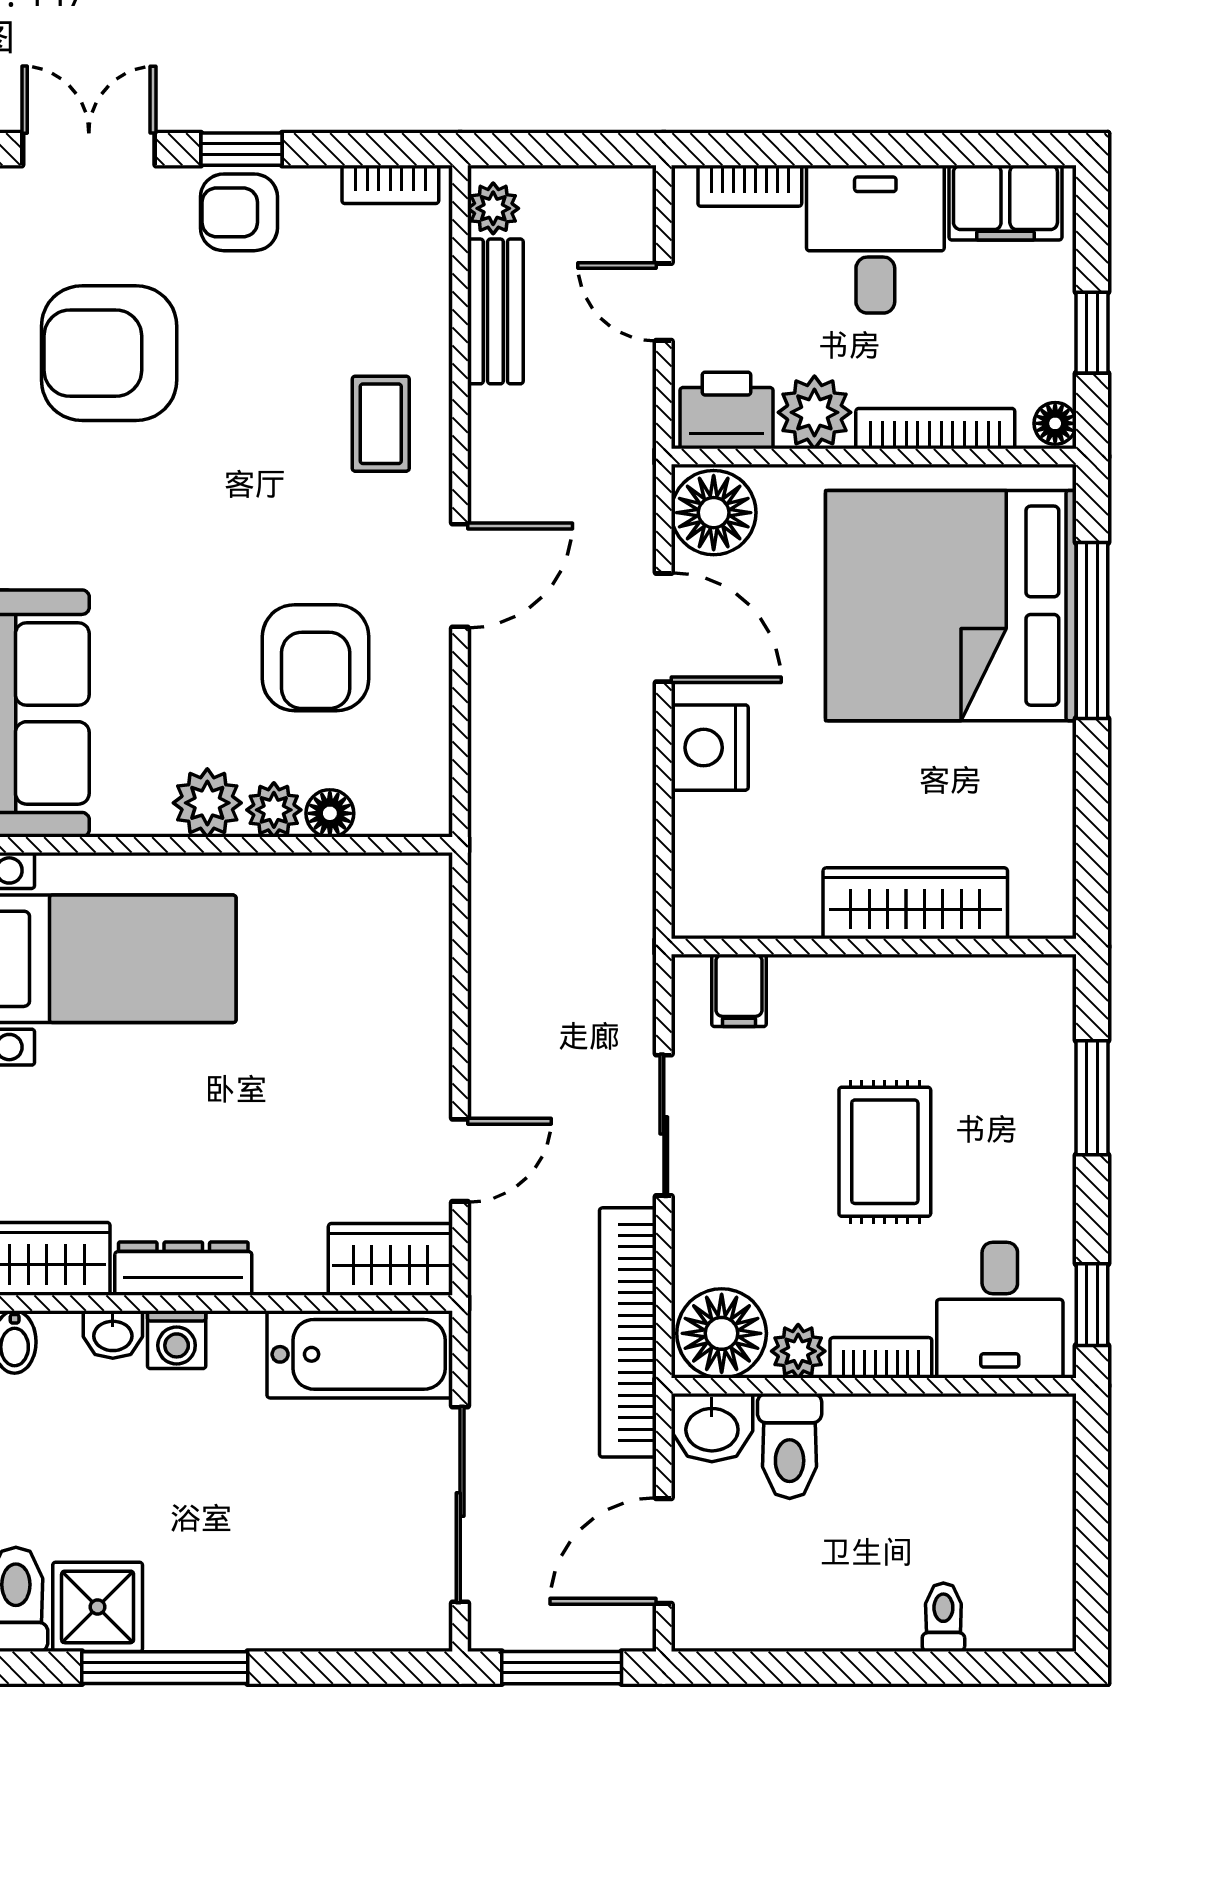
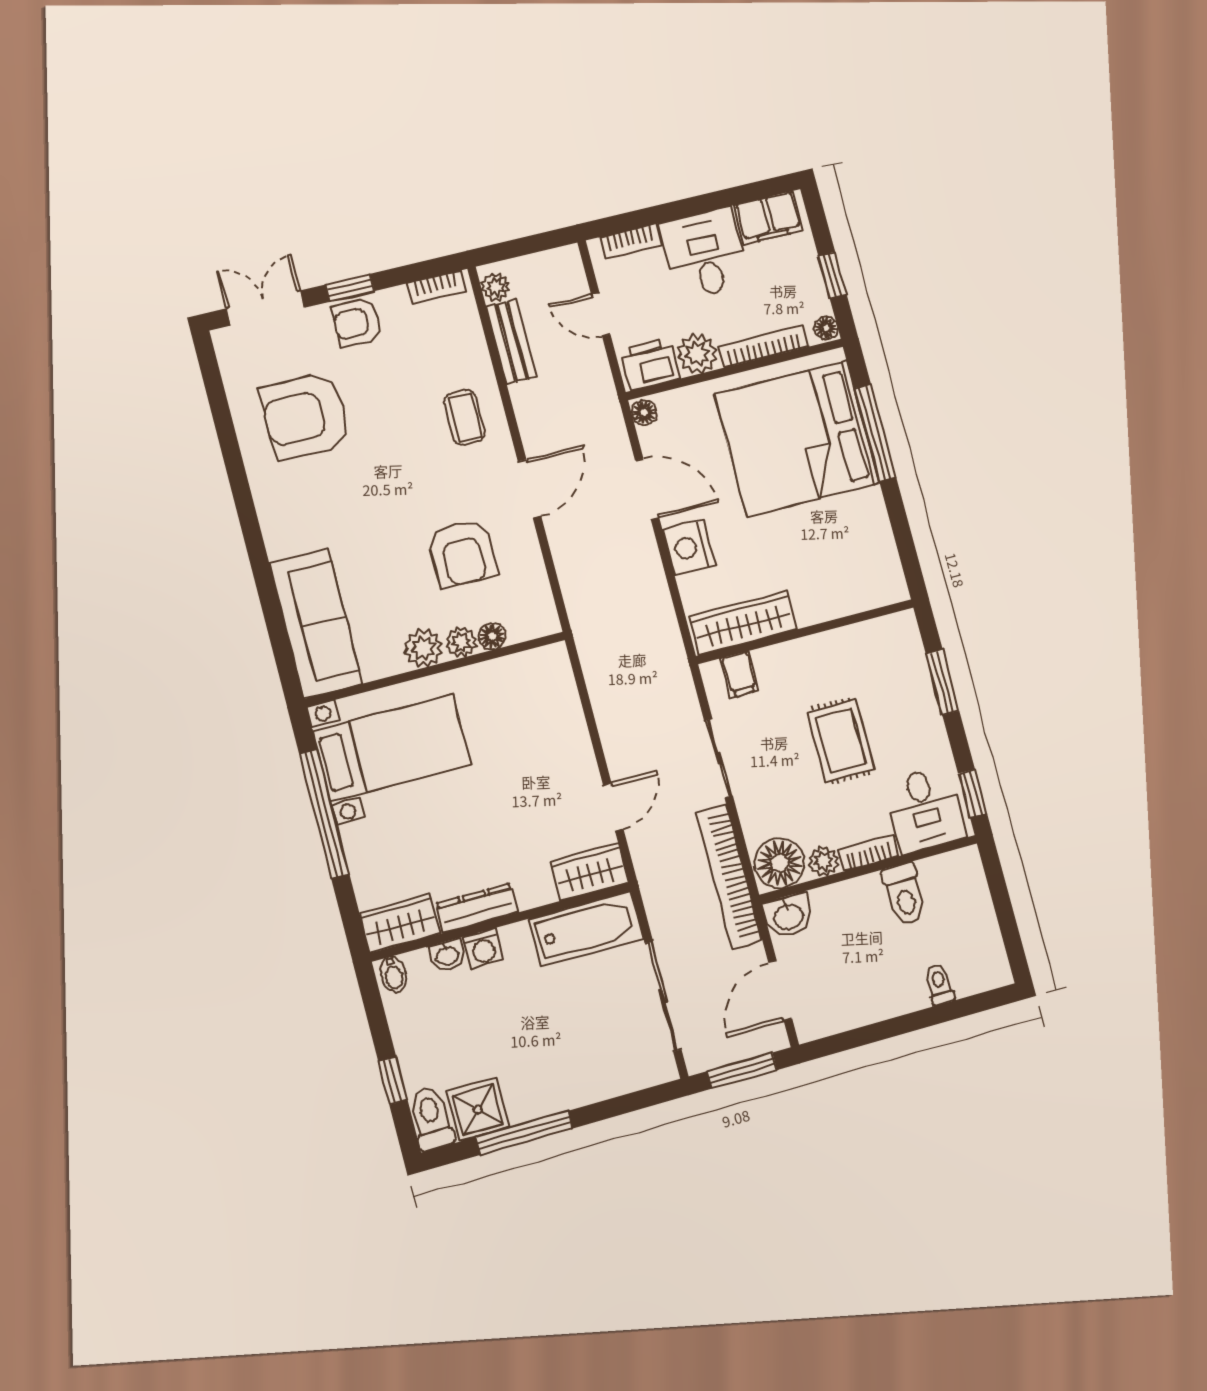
floor lamp: (714, 513) -> (644, 413), width x0.53, depth x0.53
wardrobe: (915, 903) -> (743, 623), moved
toilet: (790, 1446) -> (904, 894), moved

